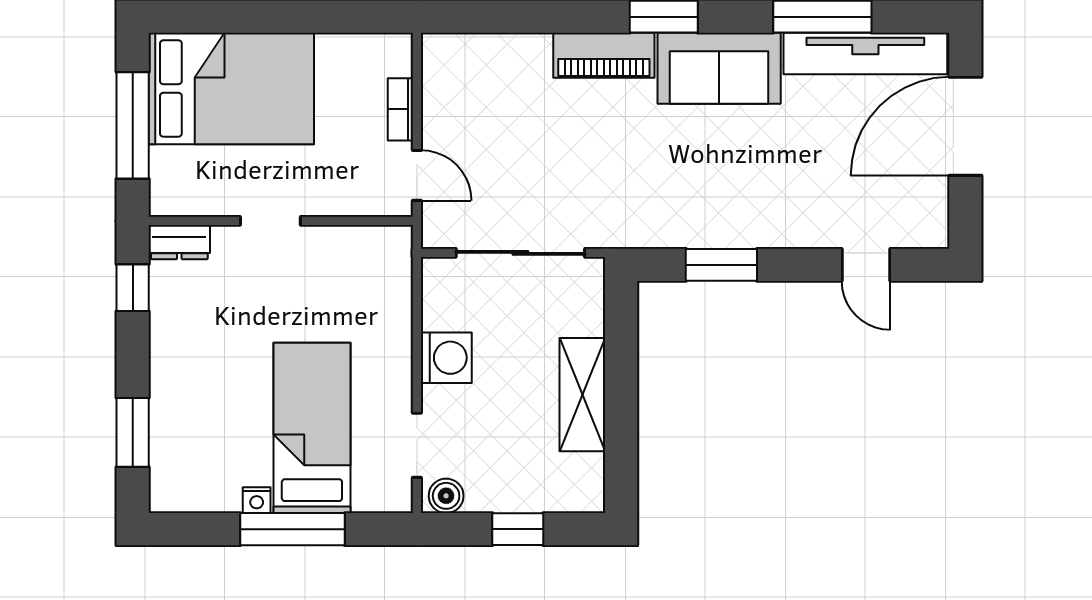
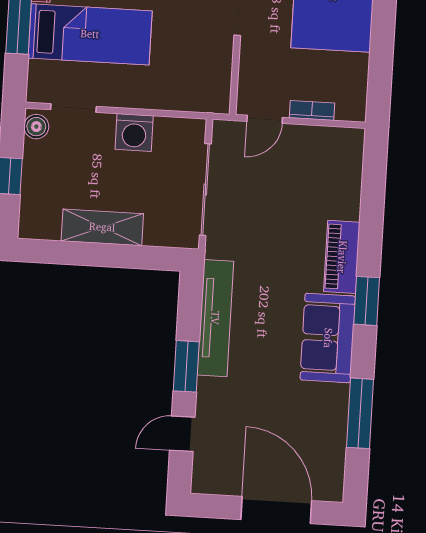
tv unit: (865, 54) -> (215, 318), moved, turned 180
window: (721, 265) -> (186, 366), moved

